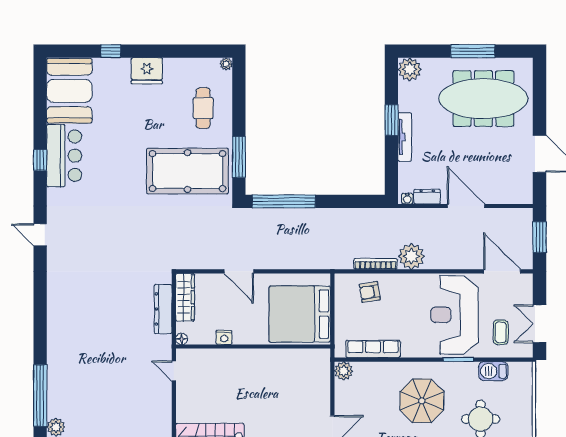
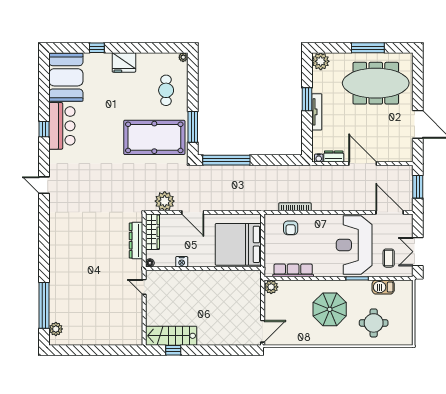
plant: (411, 256) -> (165, 201), moved
armchair: (370, 292) -> (291, 228), turned -81

